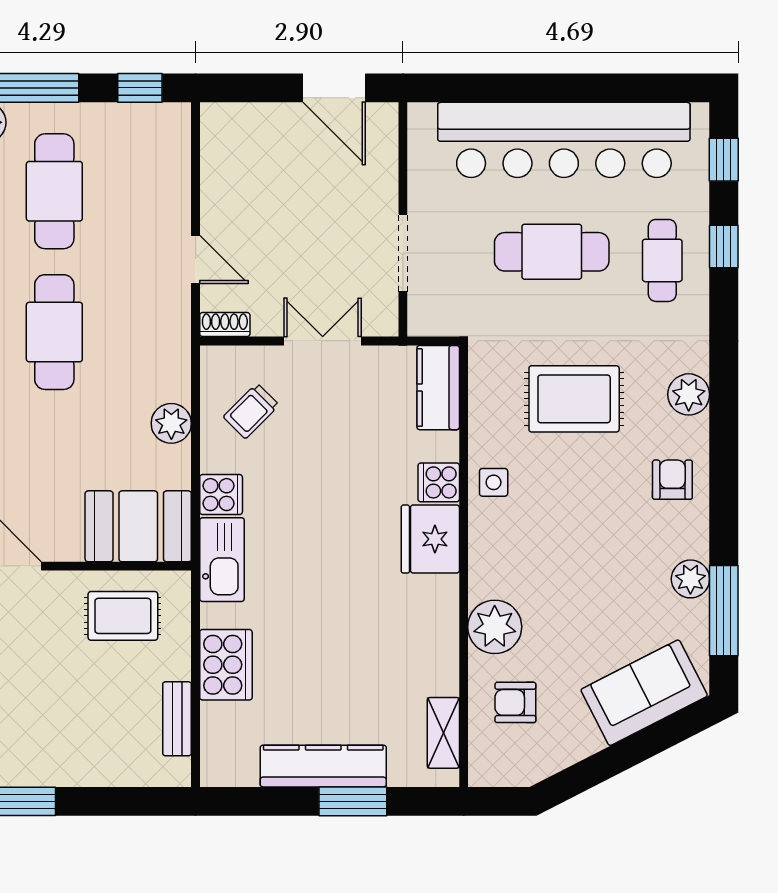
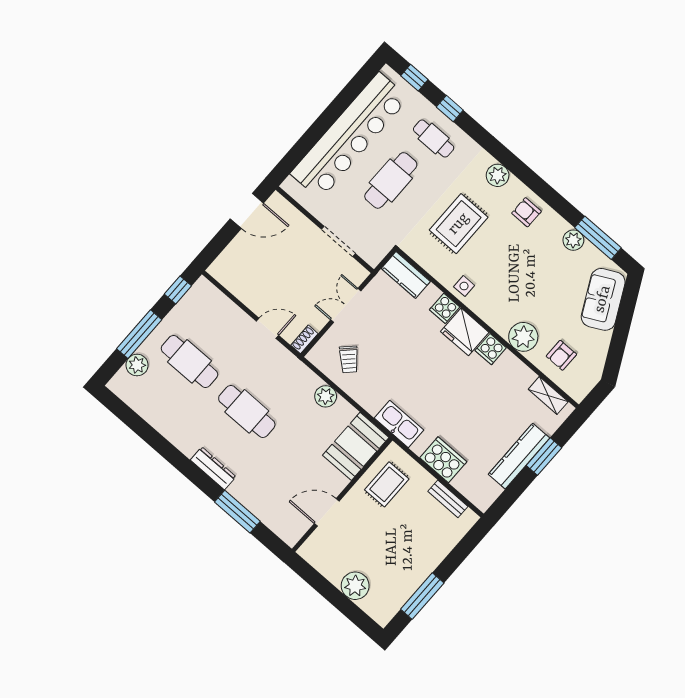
cooker: (221, 495) -> (491, 349), moved, turned 180

